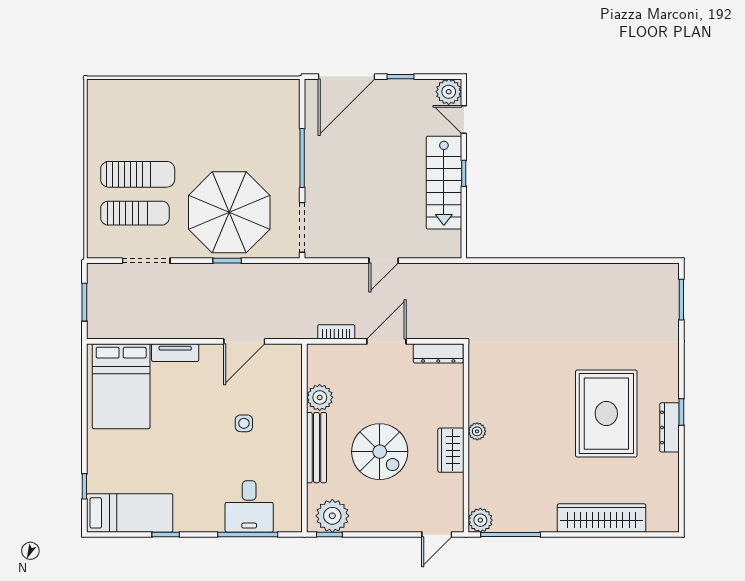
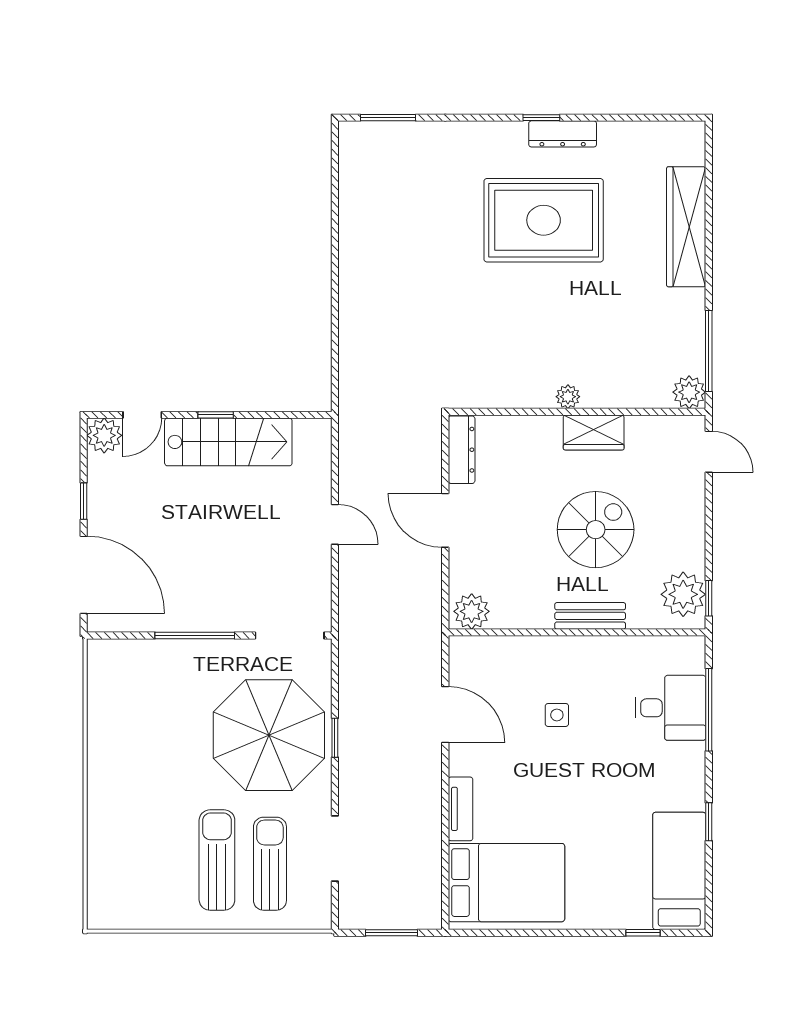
bookcase: (336, 332) -> (432, 589), removed
plant: (320, 397) -> (472, 611), moved
bench: (317, 448) -> (590, 616), width x0.73

